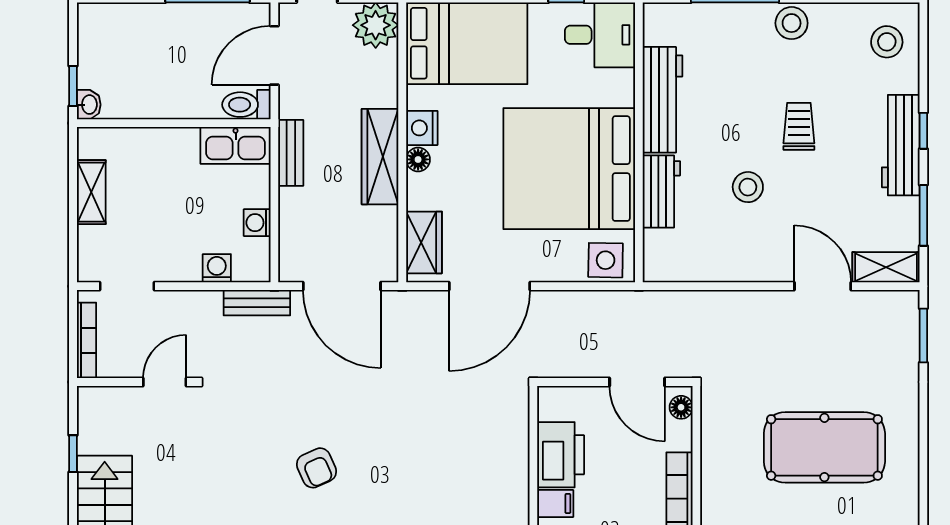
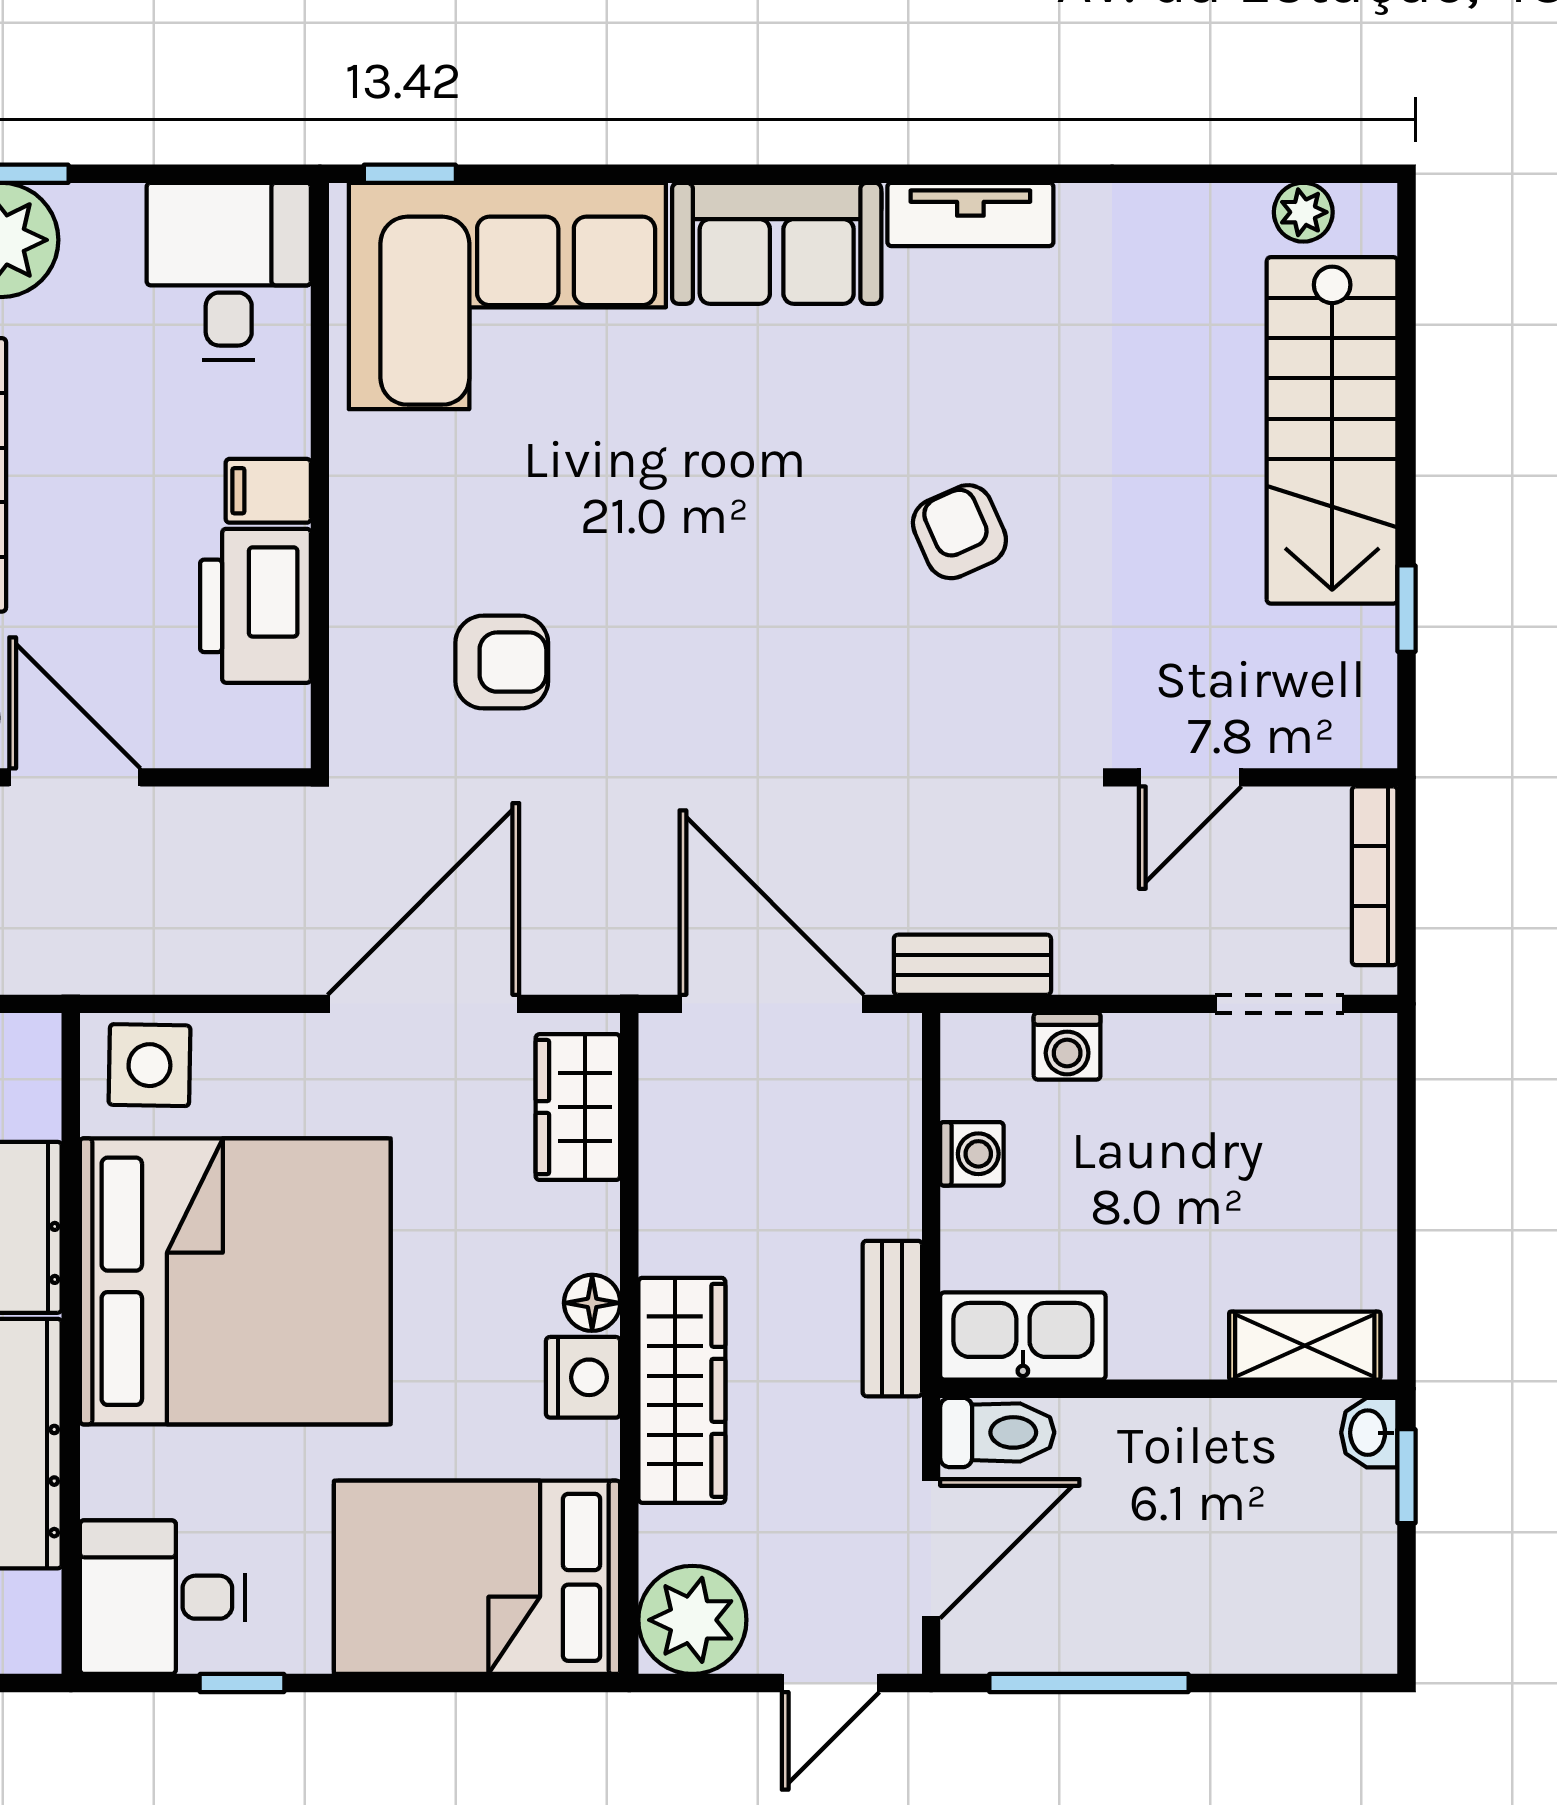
wardrobe: (380, 157) -> (682, 1390), moved
shelving: (91, 192) -> (1305, 1346), moved, turned 90
armchair: (456, 431) -> (502, 662), added
armchair: (316, 468) -> (959, 532), moved

